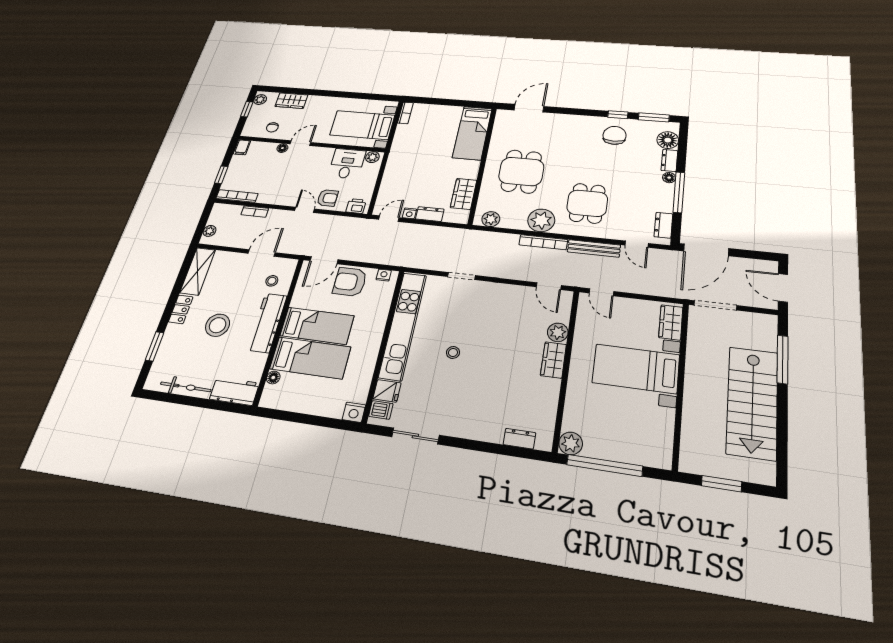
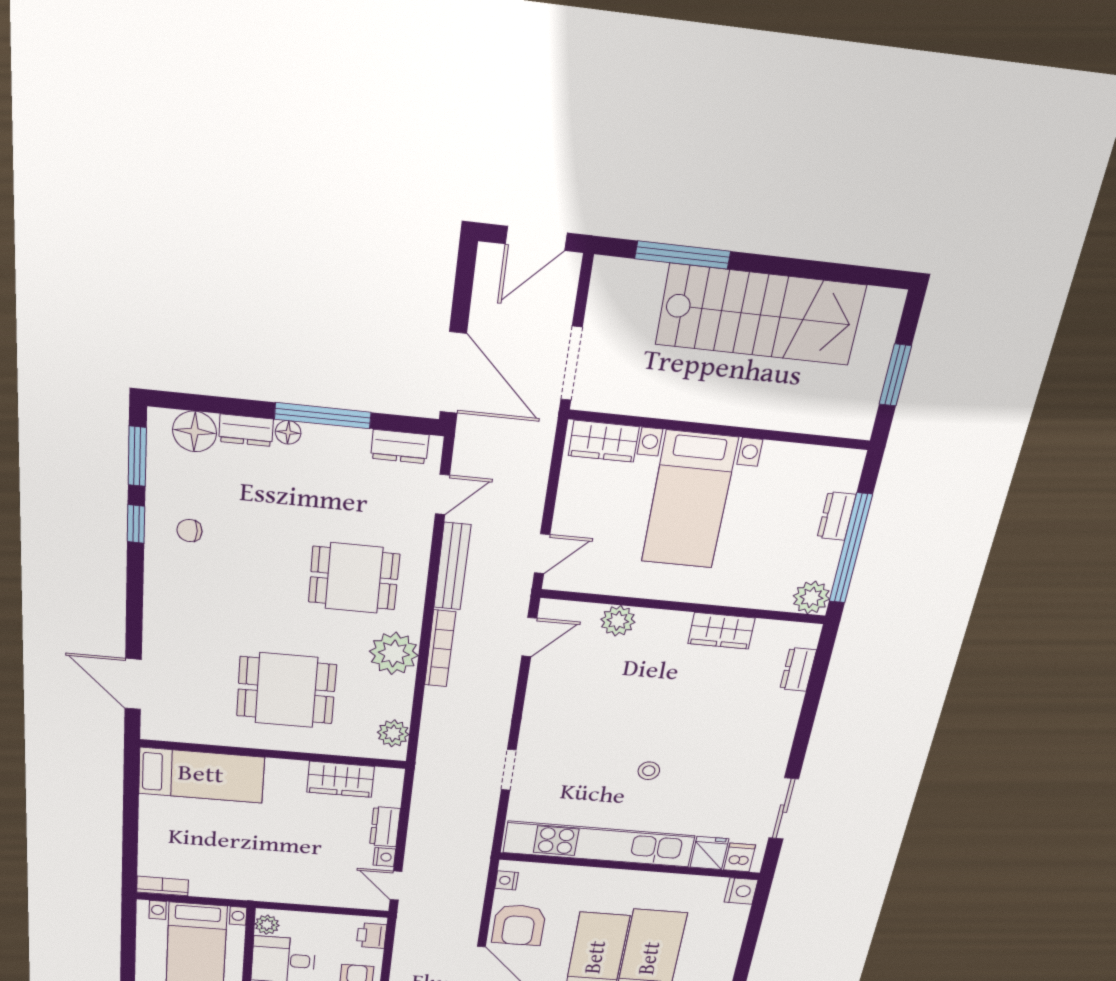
chair: (615, 135) -> (189, 530), width x0.54, depth x0.54
wardrobe: (553, 360) -> (721, 631), moved
dresser: (627, 455) -> (837, 516), added

